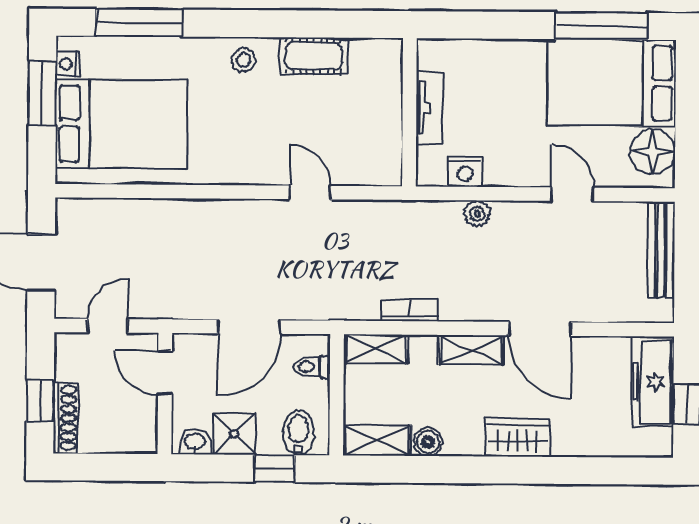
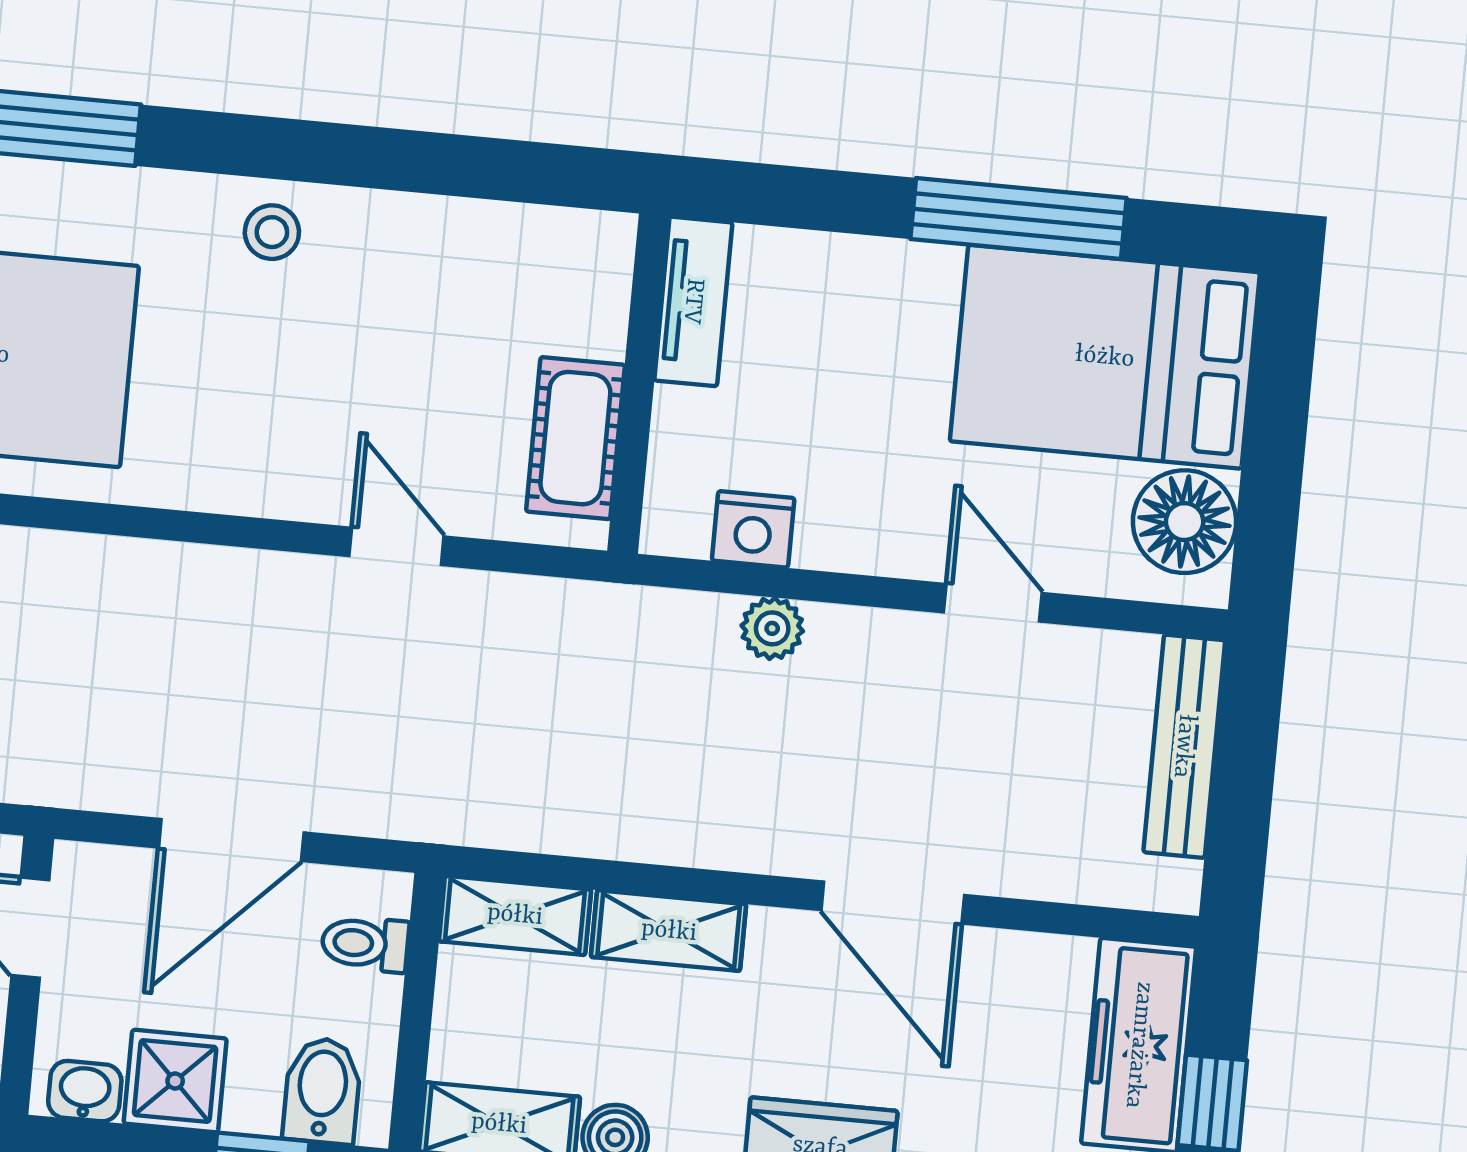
window: (602, 26) -> (1018, 218), moved
cot: (314, 56) -> (575, 438), moved, turned 90
tv unit: (430, 108) -> (693, 301), moved
bookcase: (409, 310) -> (599, 834), removed
shelving: (471, 350) -> (669, 931), moved

